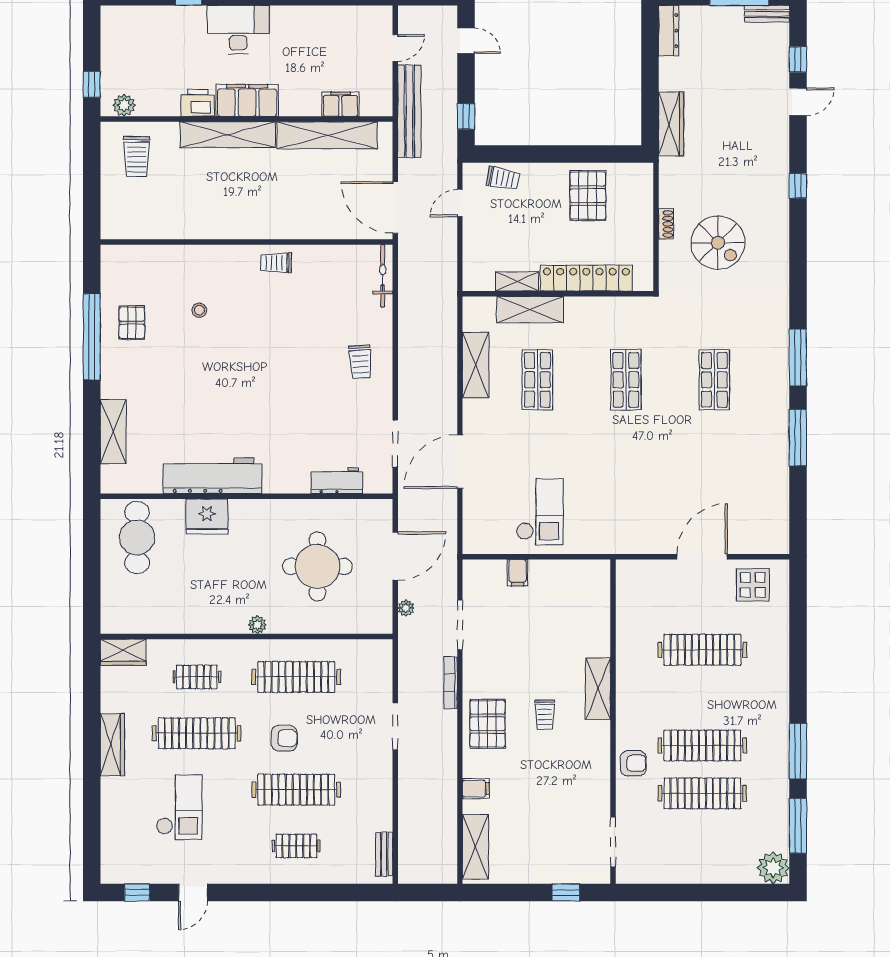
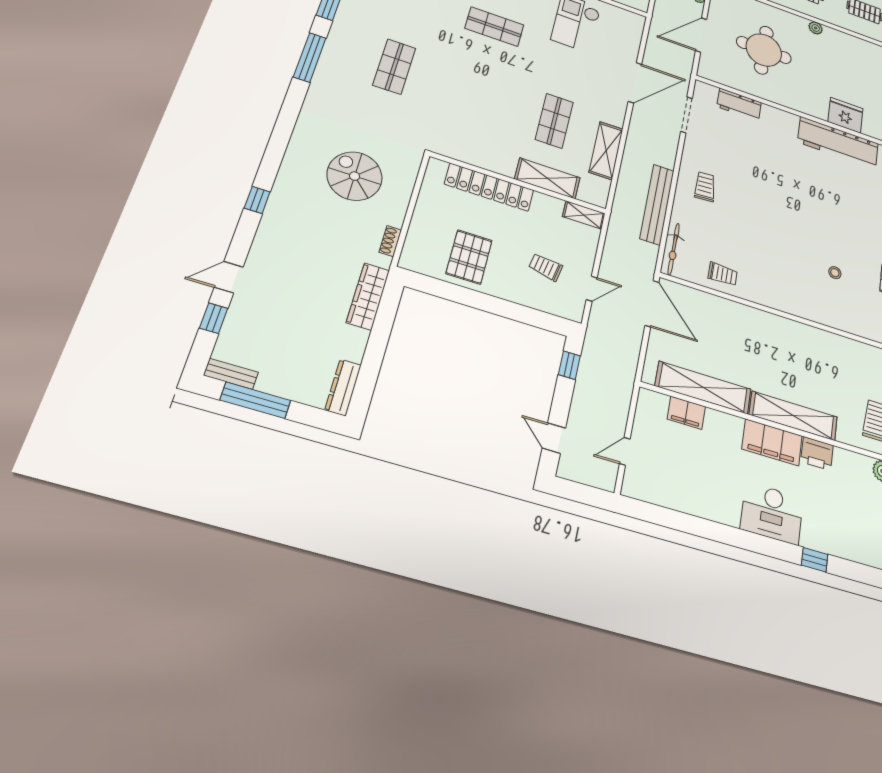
bench: (409, 111) -> (657, 204), moved
trolley: (503, 178) -> (546, 267), moved
shoe rack: (666, 224) -> (390, 241), moved
trolley: (276, 263) -> (723, 274), moved
shelving: (517, 281) -> (584, 215), moved
shop shelf: (626, 380) -> (494, 27), moved, turned 90

